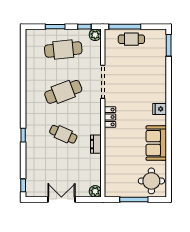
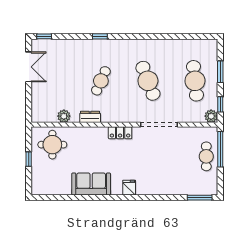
round table: (151, 181) -> (52, 145), moved
plant: (95, 191) -> (64, 116), moved
double door: (61, 199) -> (29, 67), moved
window: (134, 199) -> (29, 159), width x0.46

